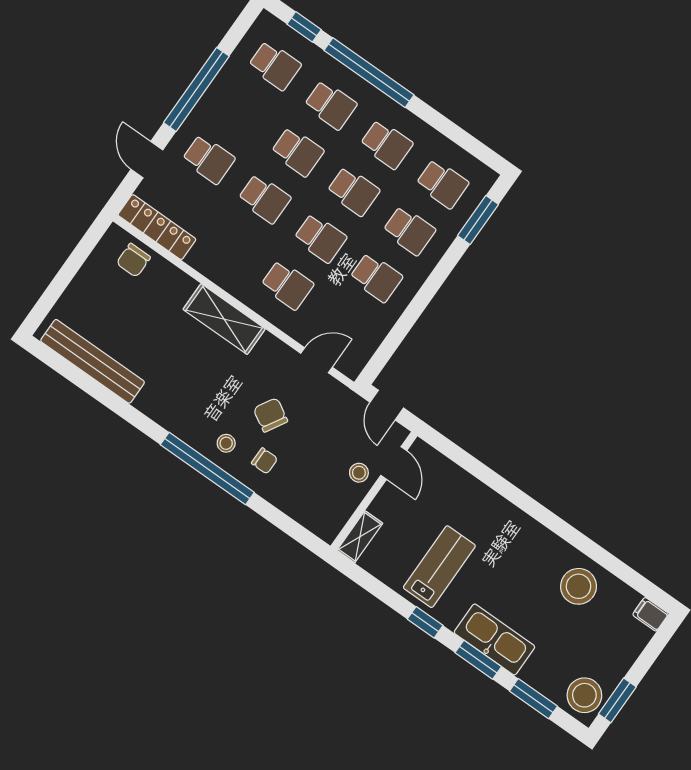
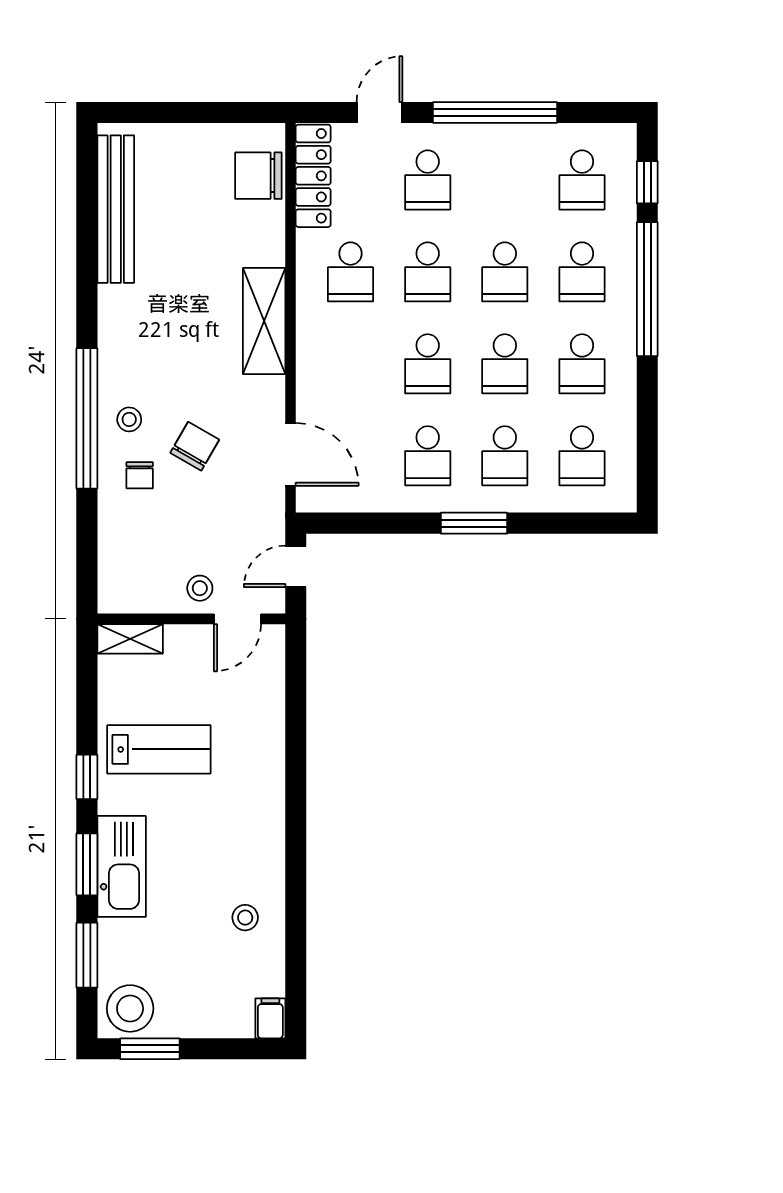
window: (478, 220) -> (474, 523), moved
chair: (133, 260) -> (258, 176), width x1.37, depth x1.37
school desk: (287, 285) -> (350, 272), moved
door: (317, 360) -> (290, 454), width x1.37
stool: (579, 586) -> (245, 918), width x0.53, depth x0.53

